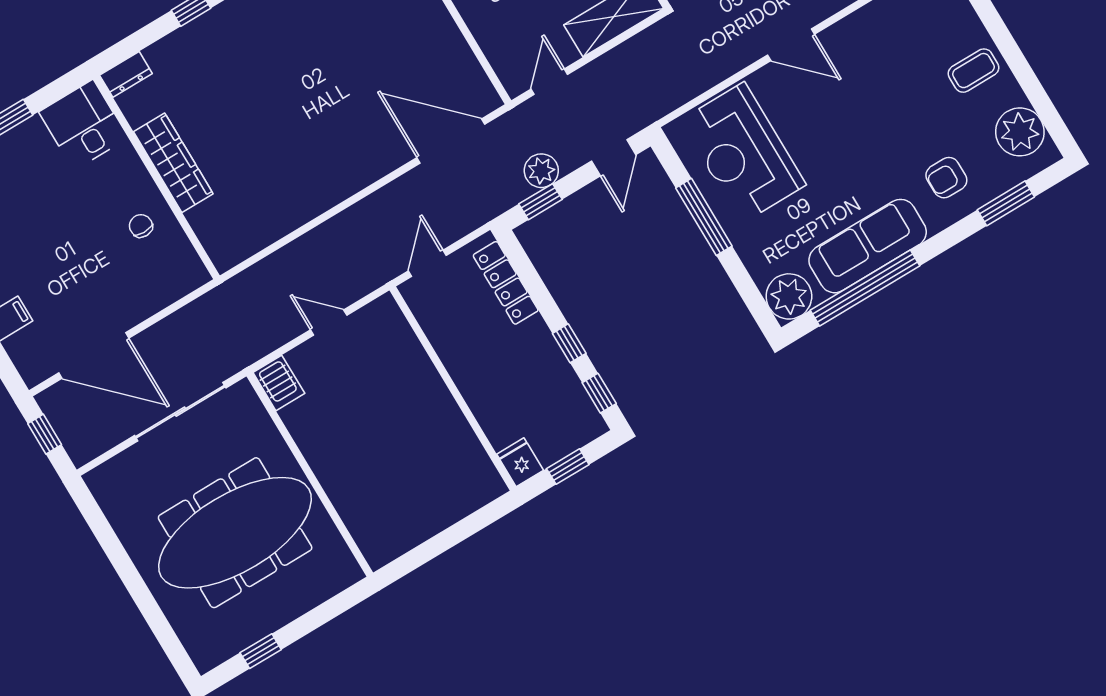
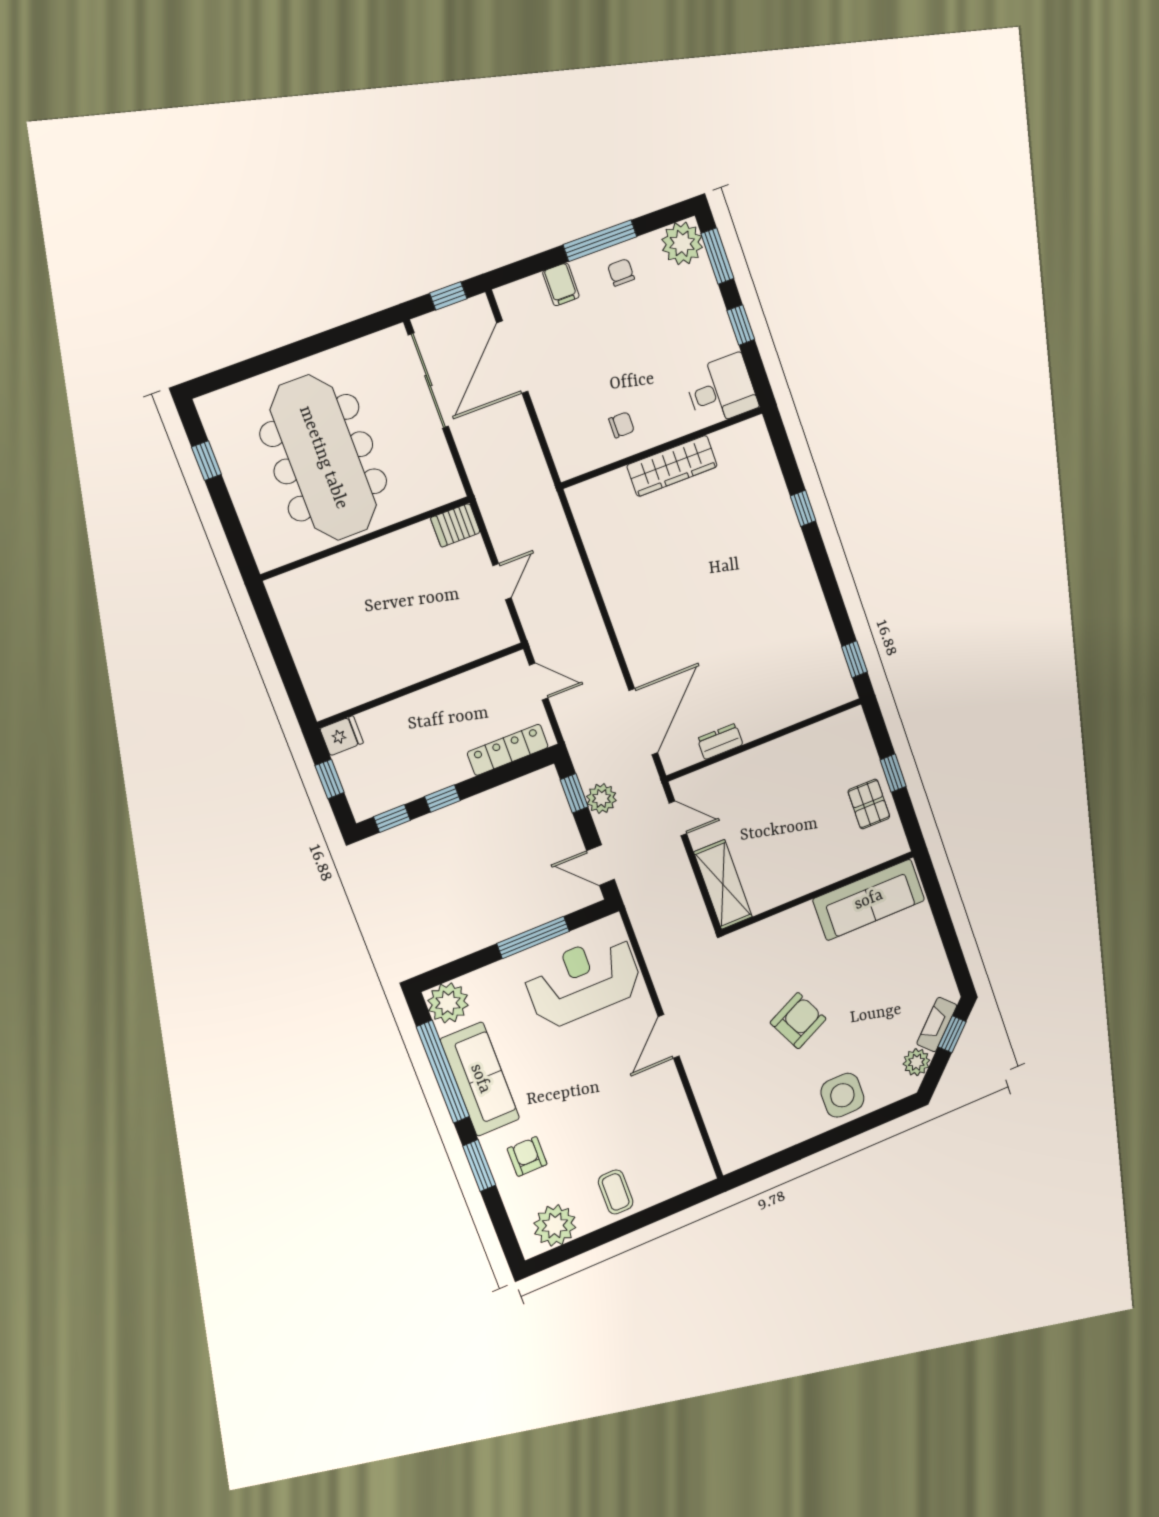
dresser: (126, 74) -> (720, 741), moved, turned 90
window: (1006, 203) -> (479, 1166), moved
sliding door: (180, 412) -> (428, 381), moved

